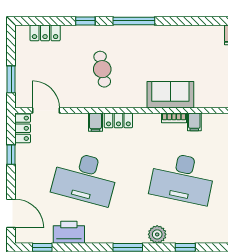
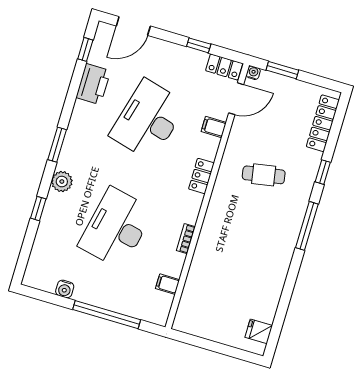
locker: (45, 33) -> (323, 123), width x1.53
sofa: (170, 95) -> (213, 242), removed
water cooler: (20, 103) -> (253, 73), added
filing cabinet: (95, 122) -> (214, 127), moved
filing cabinet: (194, 122) -> (168, 284), moved

